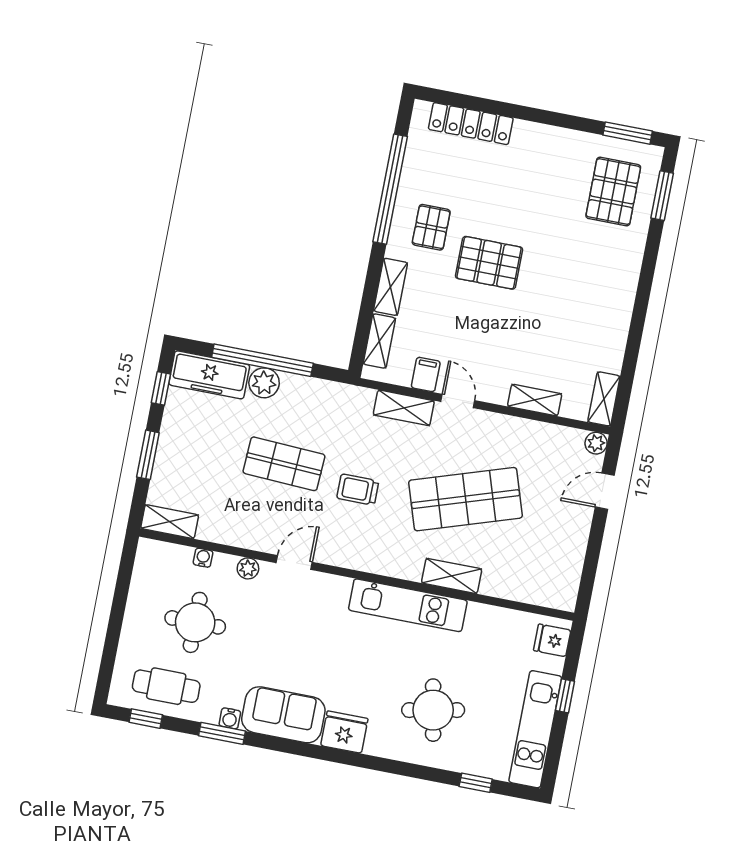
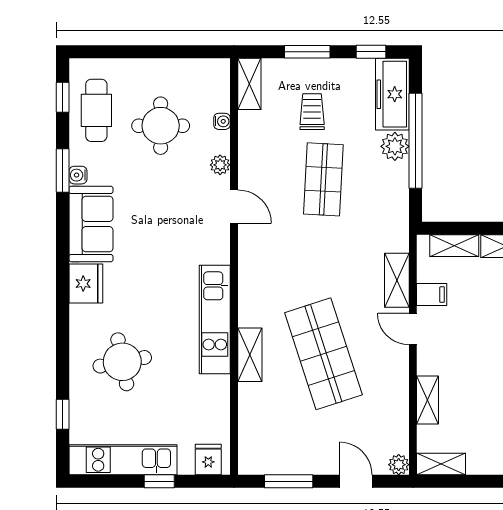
door: (458, 401) -> (413, 329), swing flipped
trolley: (358, 490) -> (312, 112), moved
window: (591, 561) -> (289, 481), added

